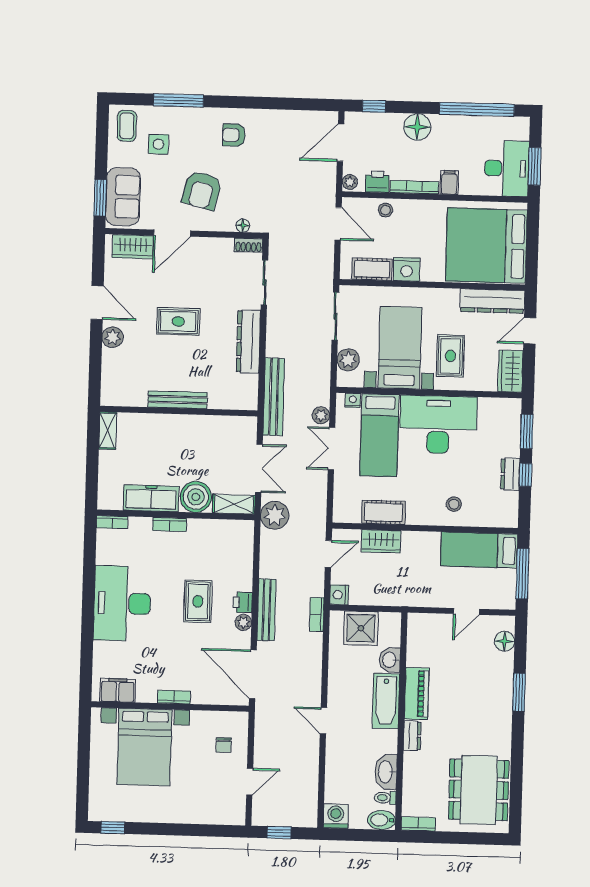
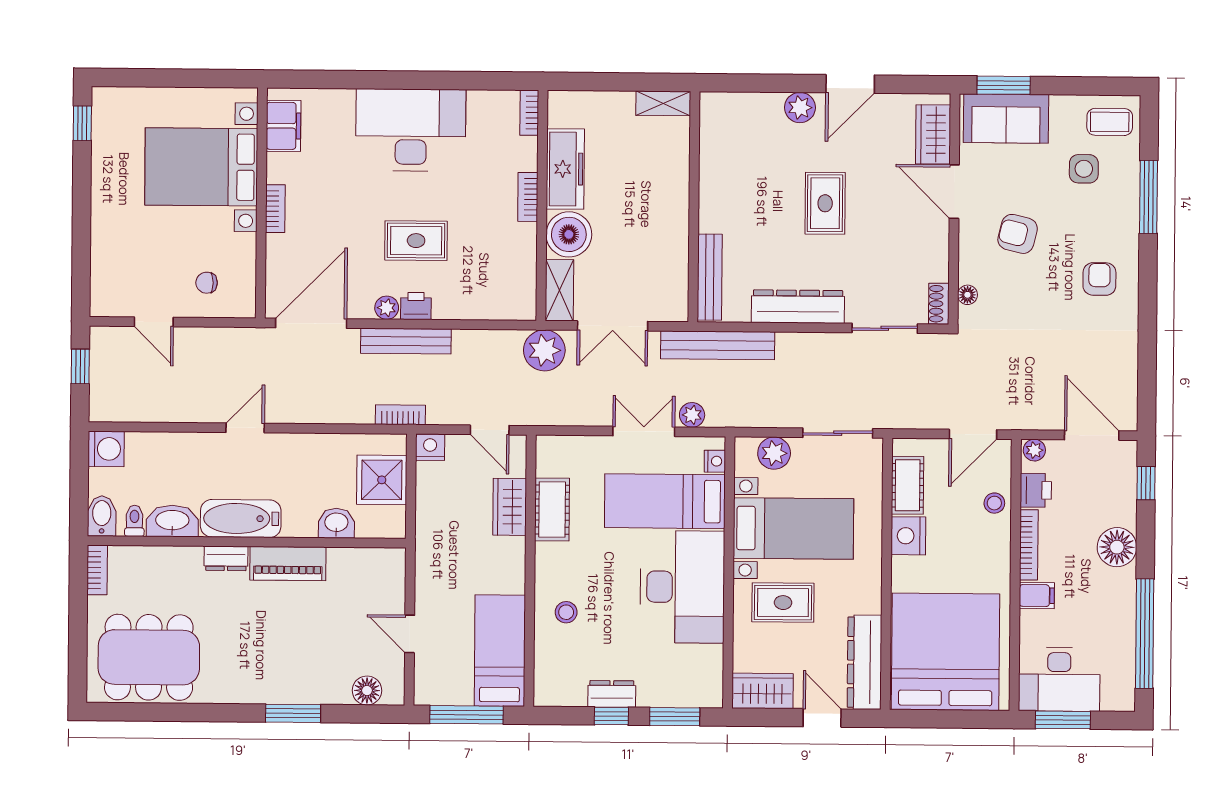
armchair: (202, 190) -> (1018, 234), width x0.72, depth x0.72
bench: (178, 400) -> (710, 277), moved
bathtub: (386, 701) -> (241, 519), moved

